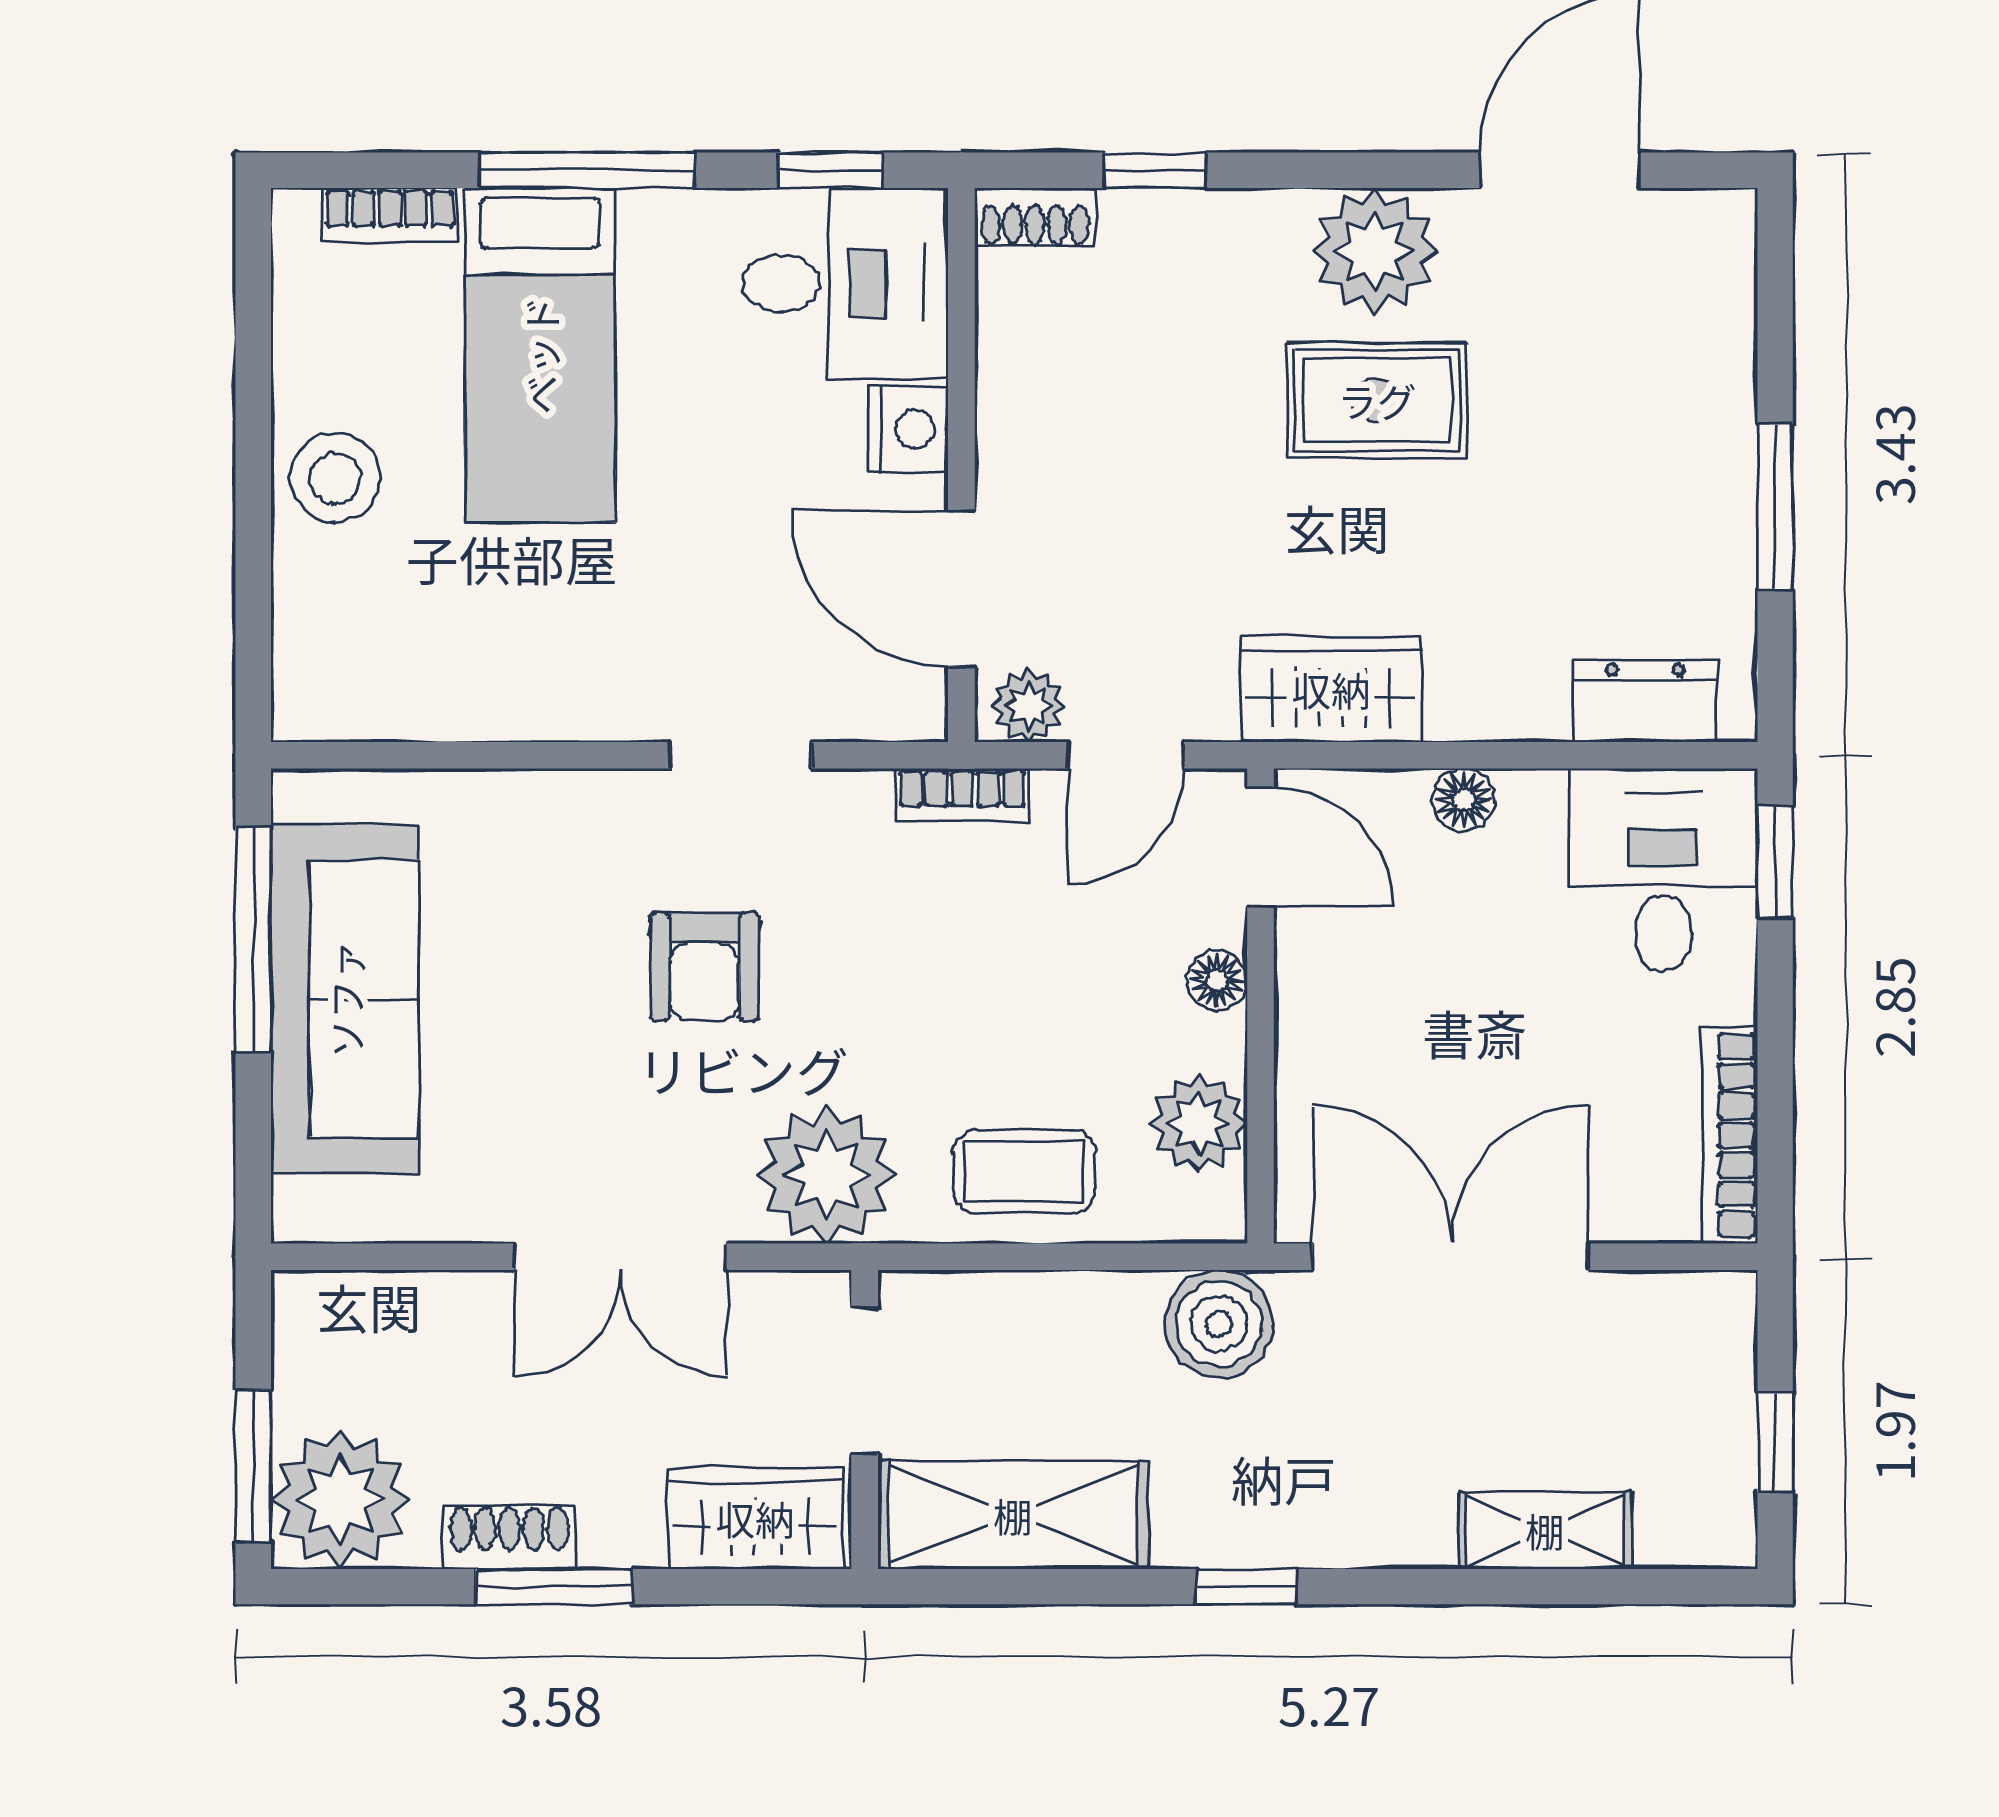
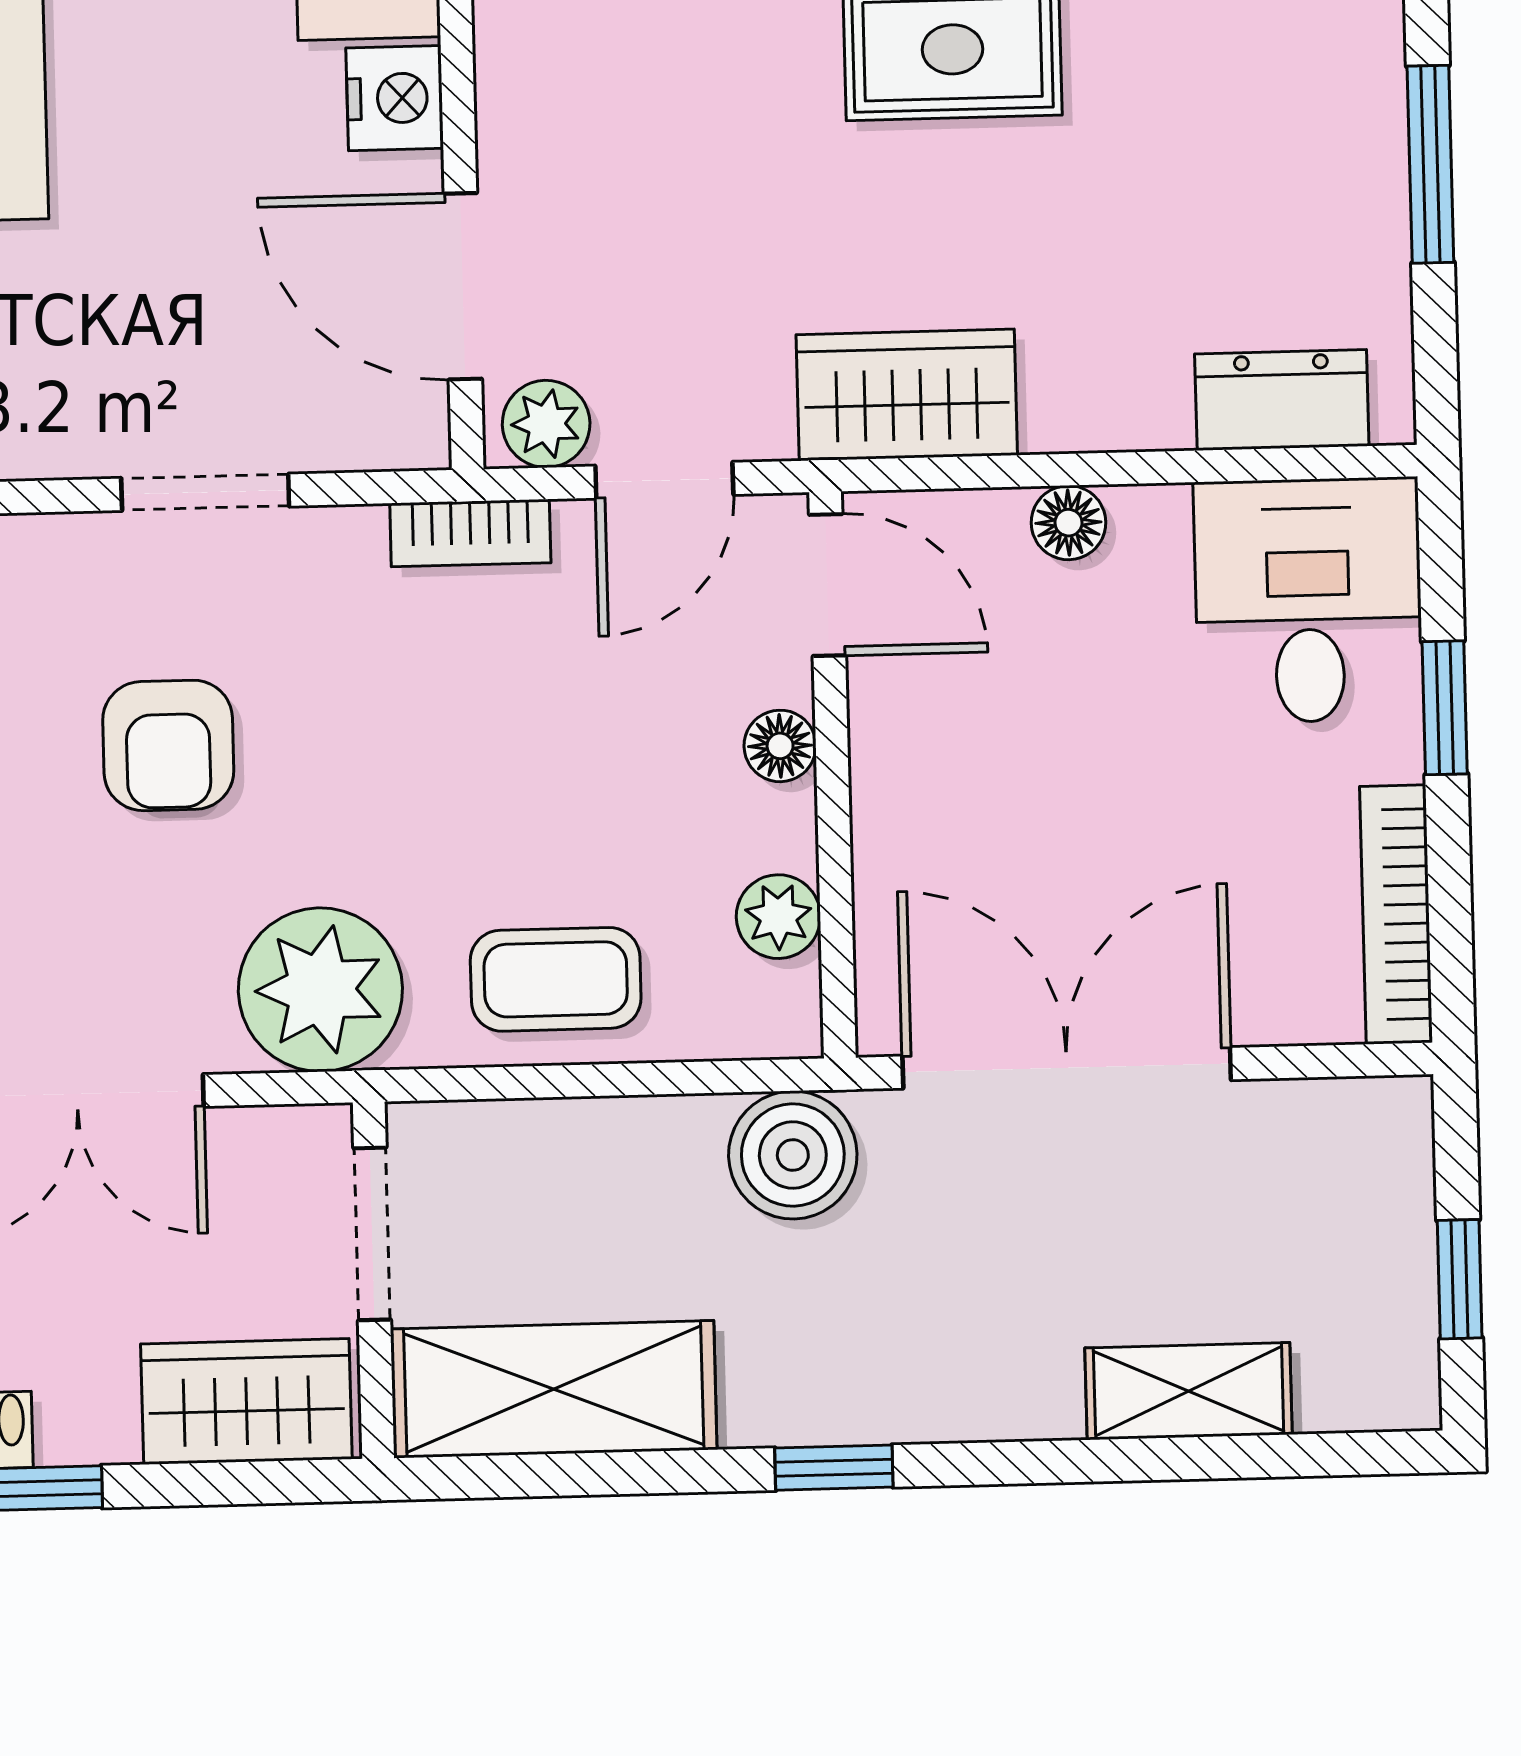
window: (1775, 862) -> (1445, 708), moved
plant: (1199, 1124) -> (778, 917), width x0.73, depth x0.73

